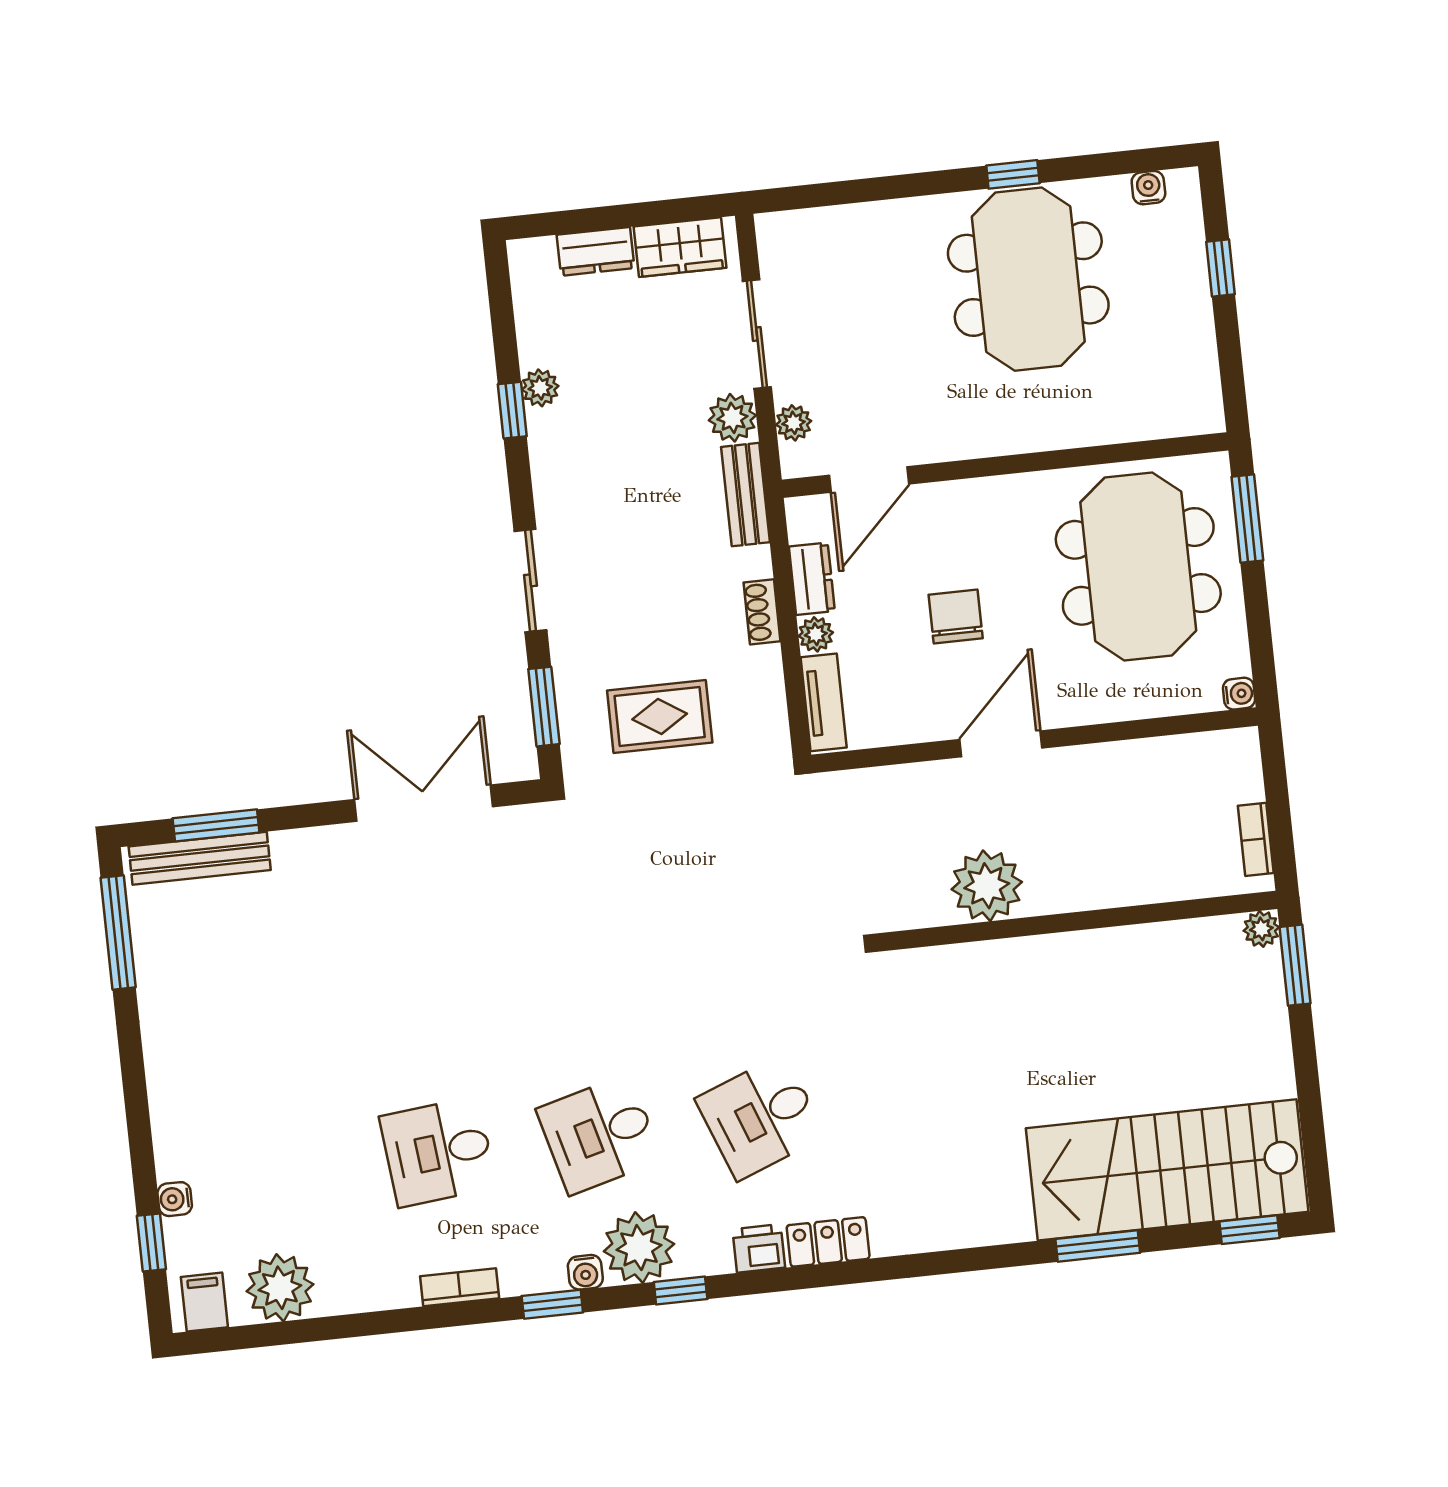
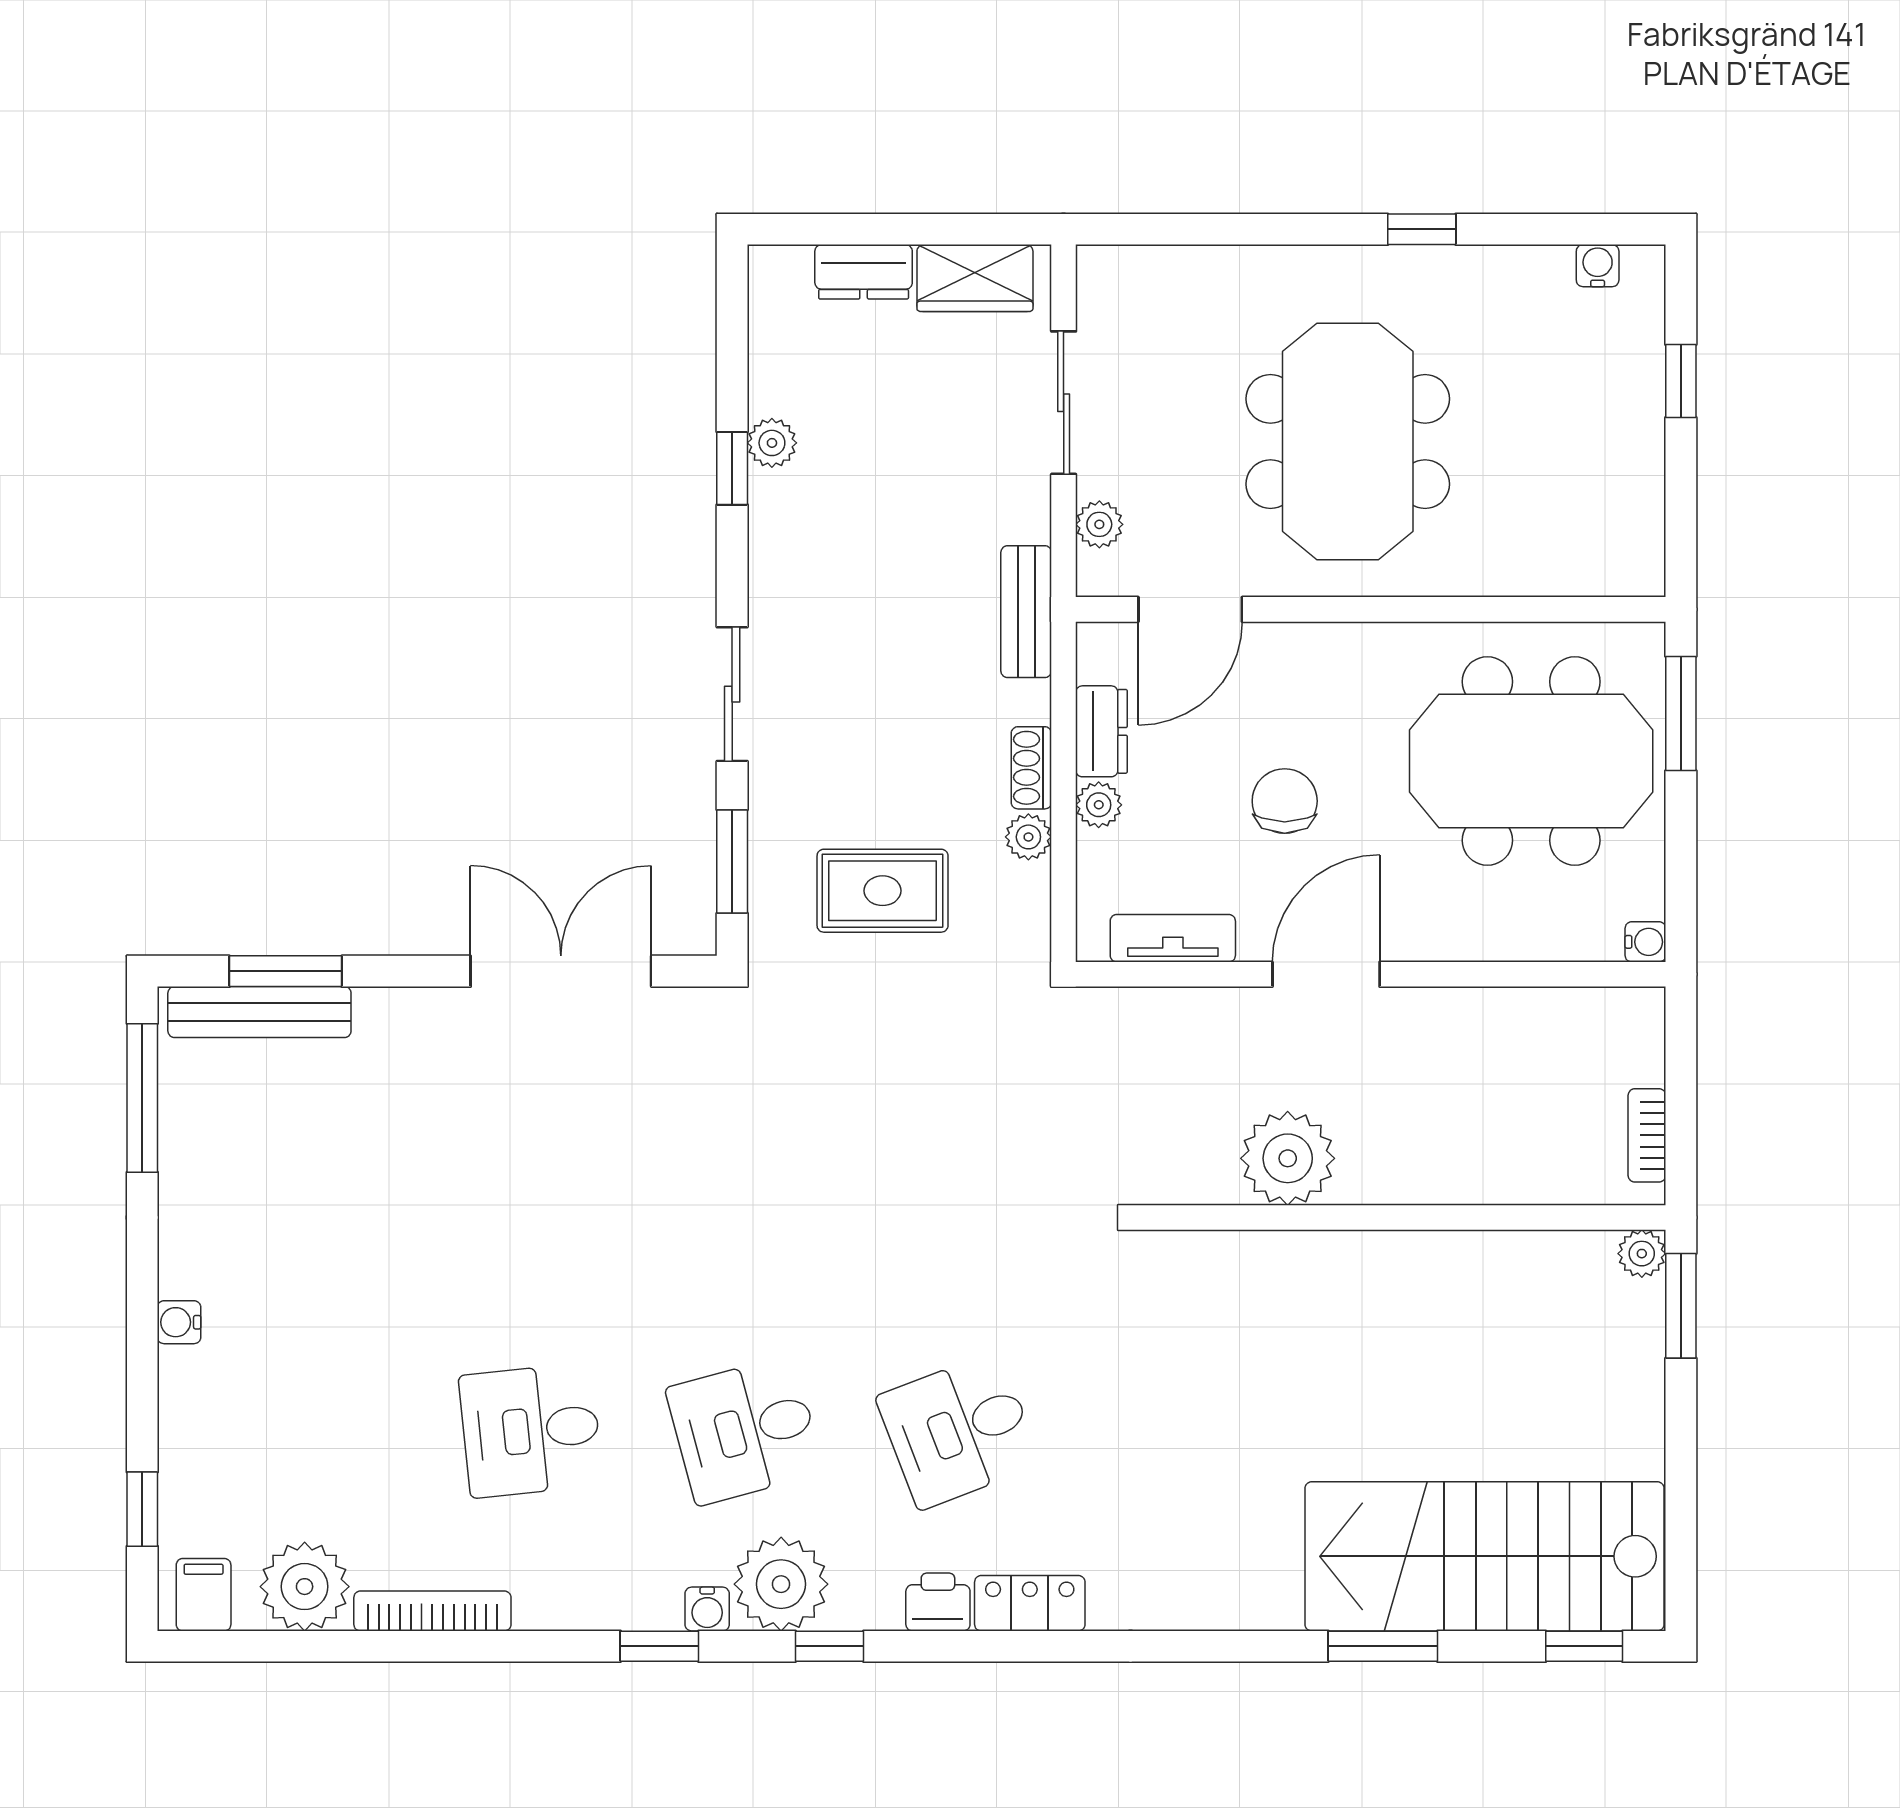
meeting table: (1028, 279) -> (1348, 441), moved
plant: (732, 418) -> (1028, 837), moved, width x0.73, depth x0.73
meeting table: (1138, 566) -> (1531, 761), turned 90
tv unit: (824, 702) -> (1173, 938), moved, turned -90
water cooler: (175, 1199) -> (179, 1322), moved
bookcase: (460, 1287) -> (432, 1611), moved, width x1.56

